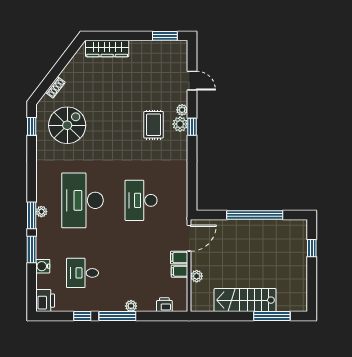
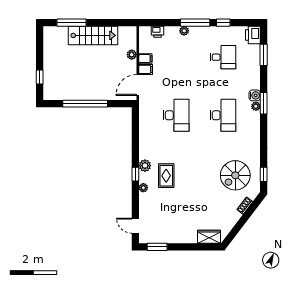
wardrobe: (107, 48) -> (209, 237), width x0.67
door: (192, 81) -> (135, 226), moved
plant: (180, 124) -> (145, 166), moved
desk: (82, 200) -> (223, 115), width x0.73, depth x0.77
window: (32, 250) -> (264, 55), moved
water cooler: (43, 266) -> (255, 95), moved

